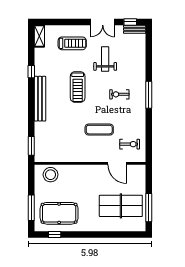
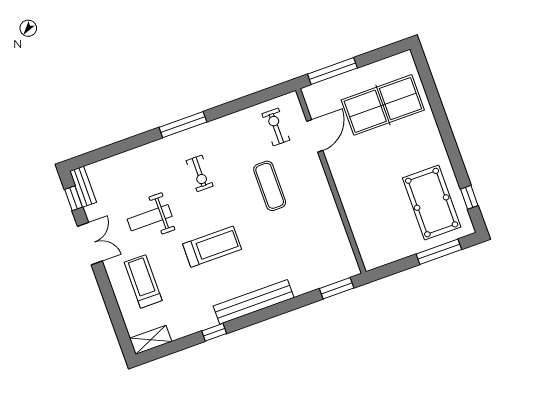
stool: (51, 175) -> (373, 240), removed
table tennis table: (121, 206) -> (383, 105), turned 90
window: (149, 208) -> (332, 71), moved

